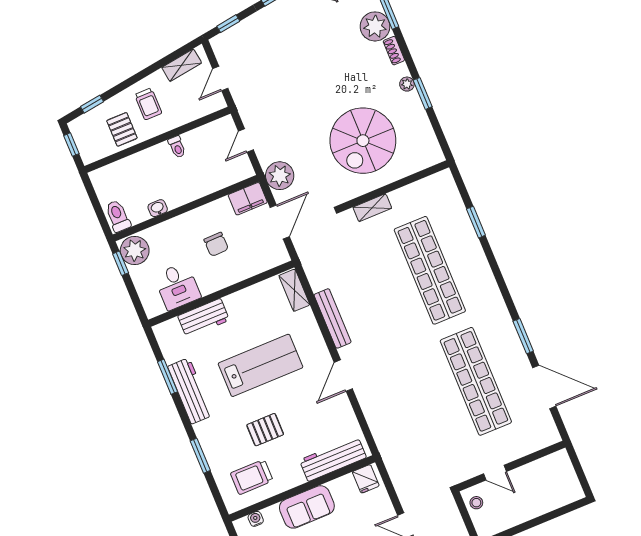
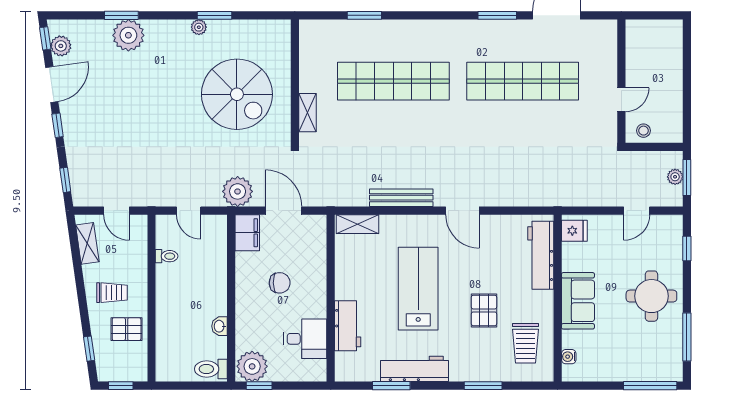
shoe rack: (394, 51) -> (160, 26), removed
toilet: (177, 147) -> (167, 256), moved

